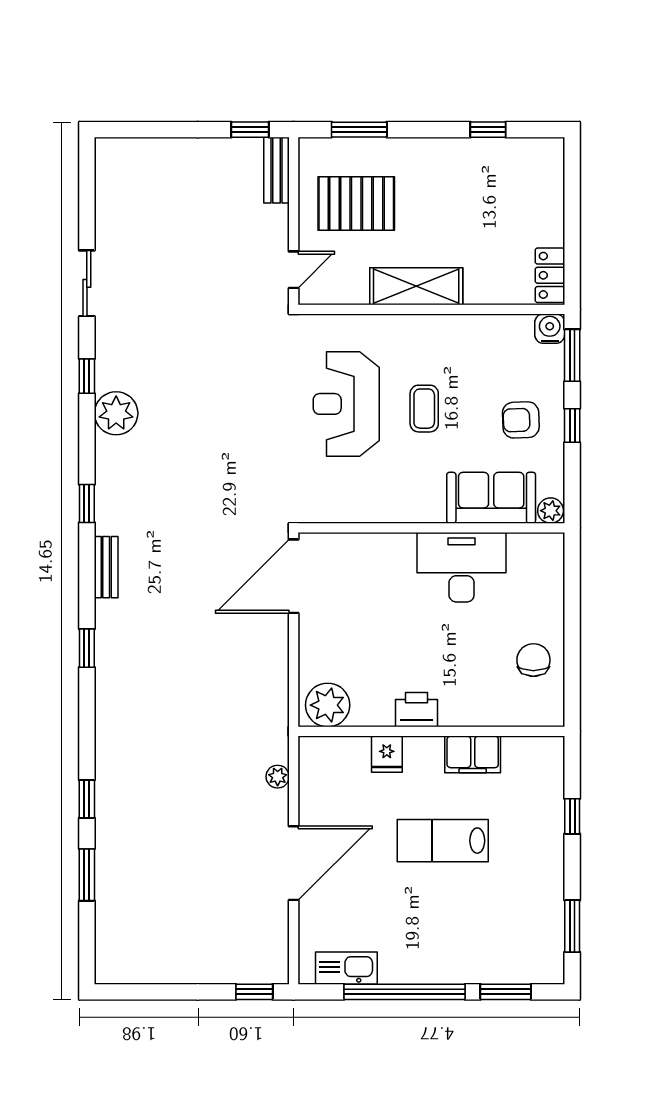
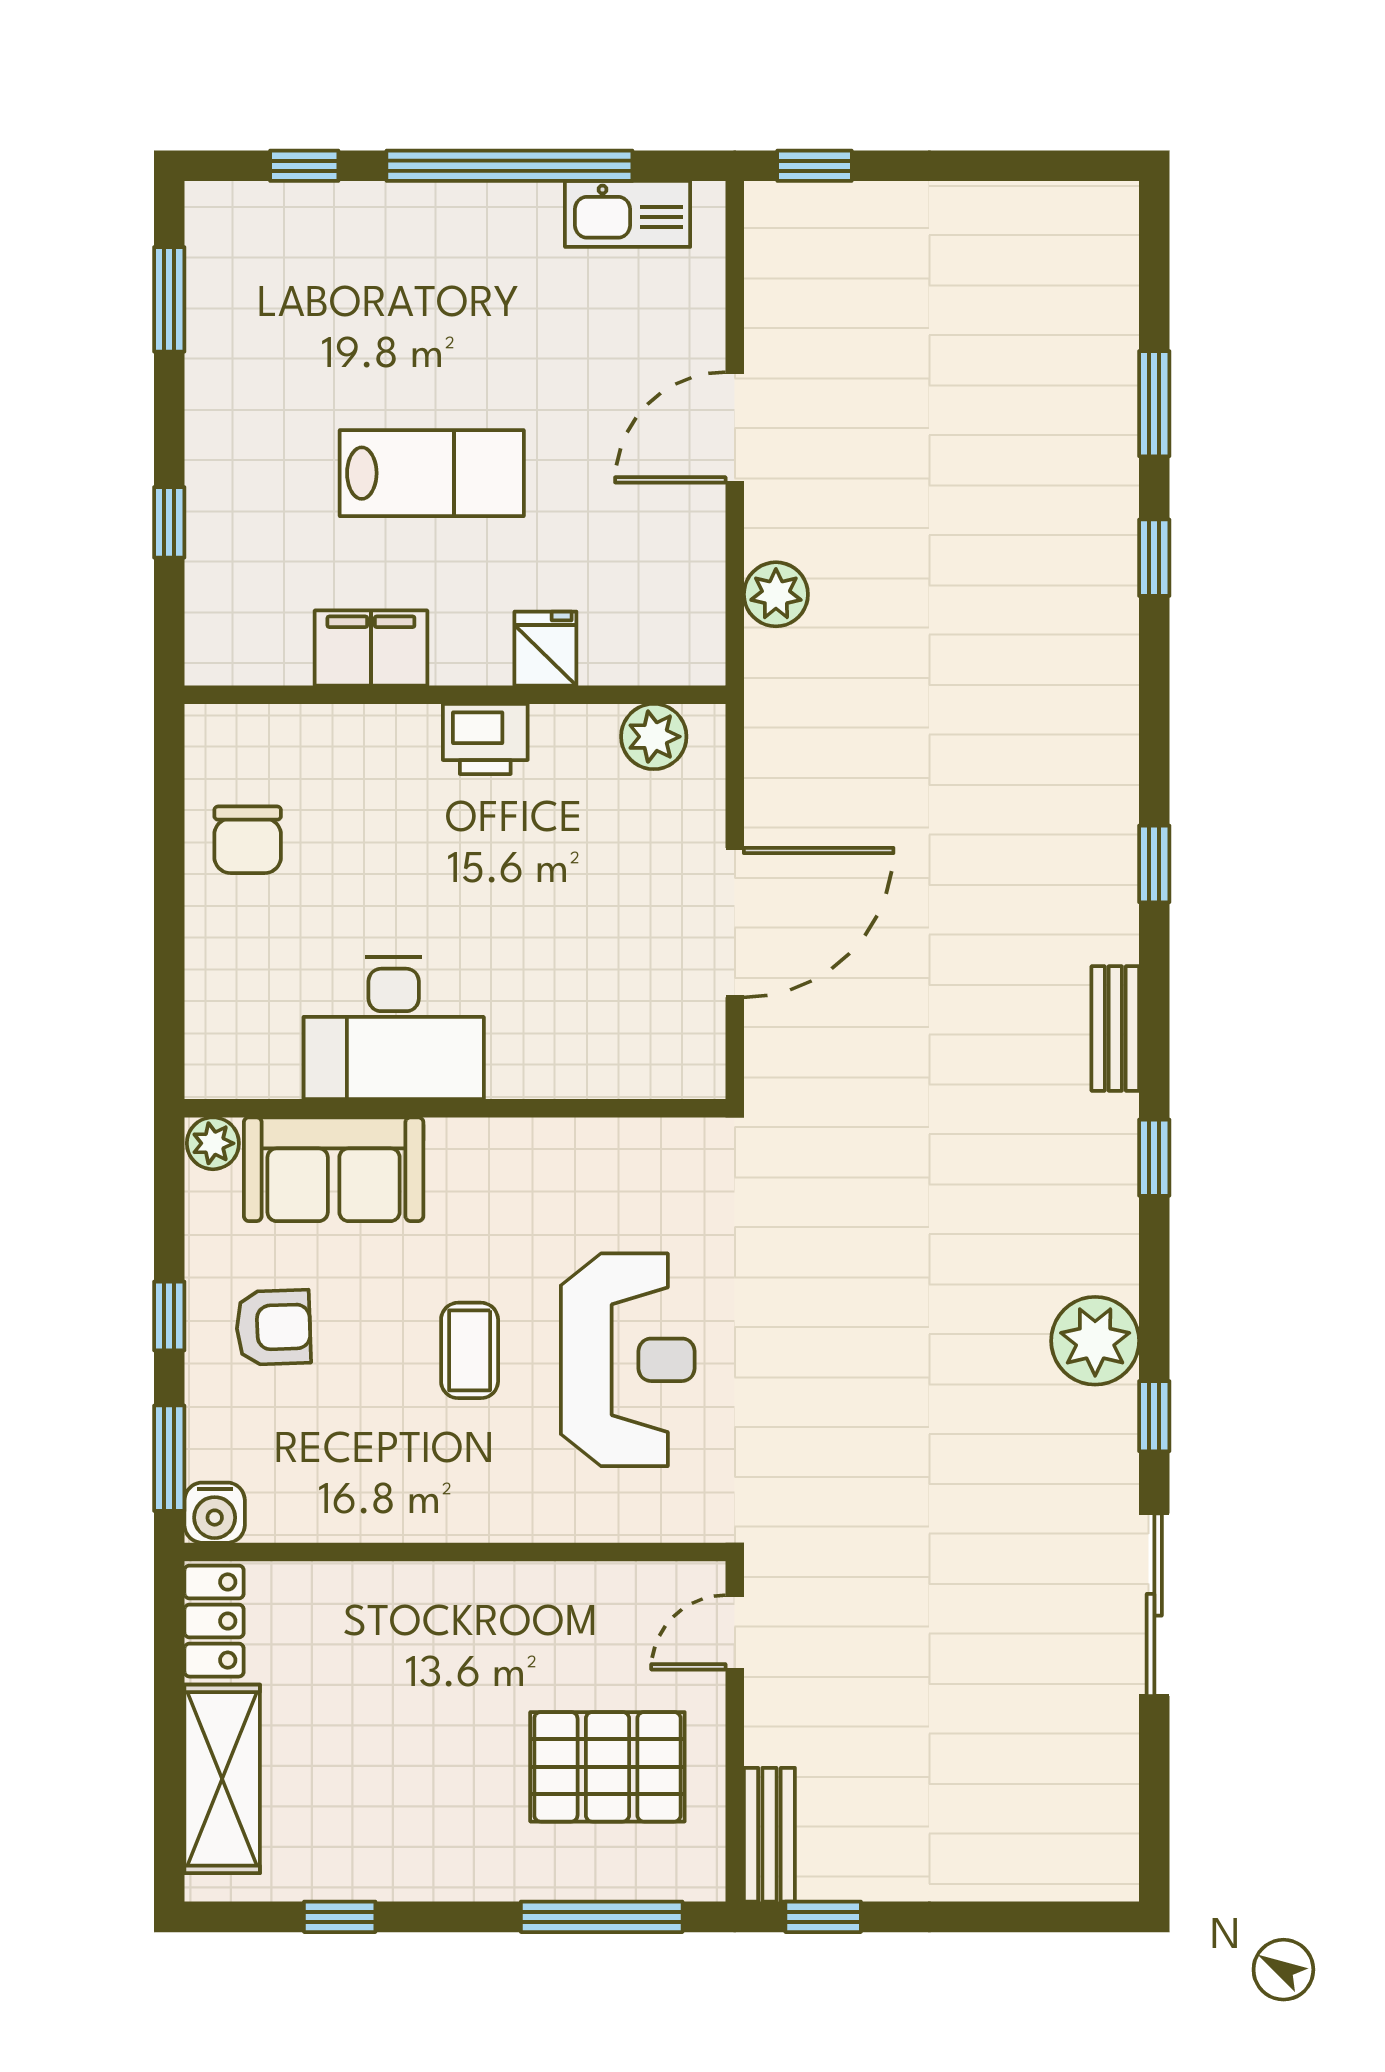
window: (359, 130) -> (602, 1917), width x1.44
sliding door: (87, 283) -> (1154, 1605), width x1.37
shelving: (416, 286) -> (222, 1779), moved, turned 90
door: (294, 576) -> (735, 923), moved
plant: (328, 705) -> (654, 737), width x0.73, depth x0.73
plant: (278, 777) -> (776, 594), width x1.38, depth x1.38
door: (294, 863) -> (735, 427), width x0.73
window: (506, 992) -> (304, 166), width x0.67

